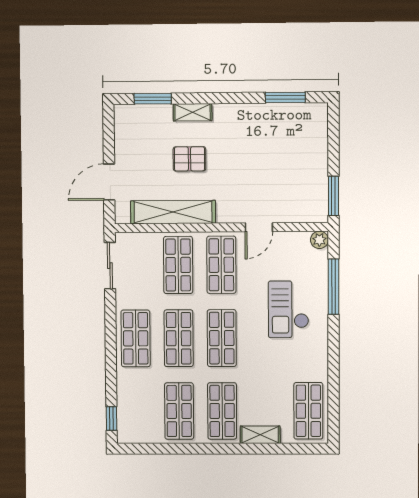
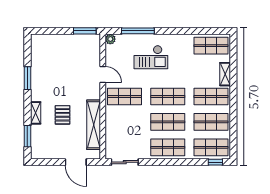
window: (285, 97) -> (27, 78), moved
shop shelf: (178, 265) -> (211, 147), moved

